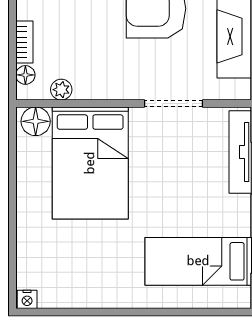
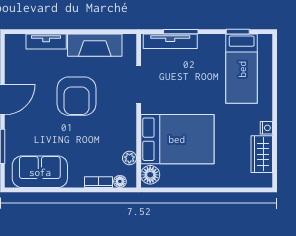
wardrobe: (67, 292) -> (262, 154), added
nightstand: (27, 299) -> (266, 128), moved

